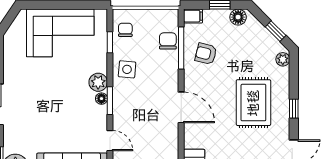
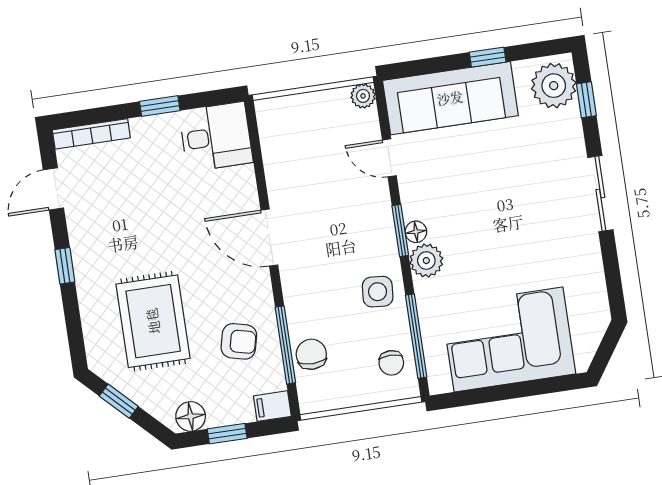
chair: (168, 41) -> (311, 354), turned 180
window: (110, 42) -> (416, 336), width x2.17
plant: (283, 59) -> (98, 352), removed
rug: (253, 103) -> (153, 321), moved

